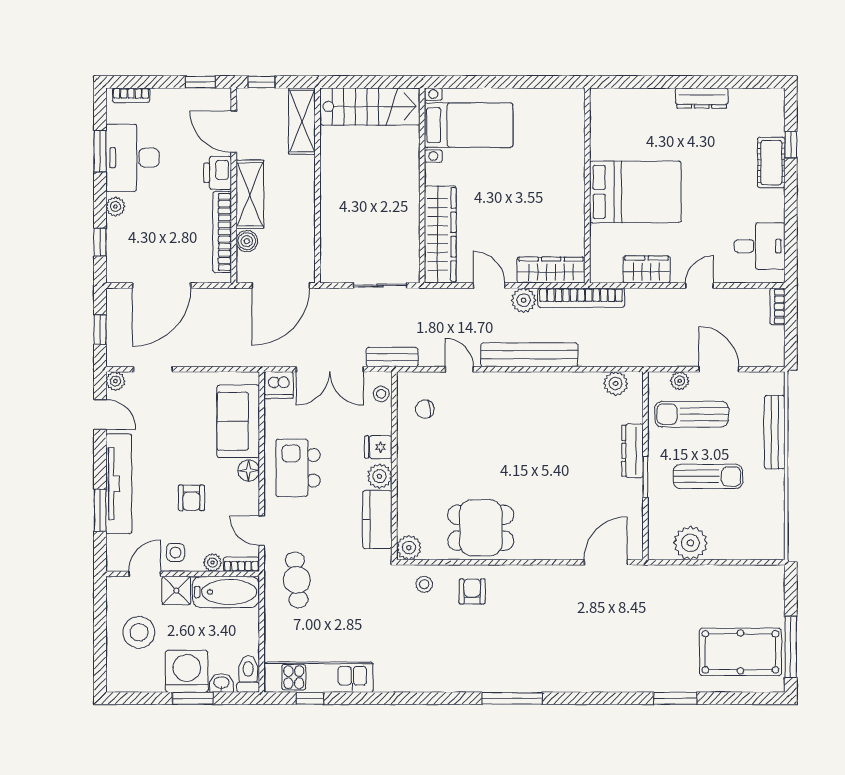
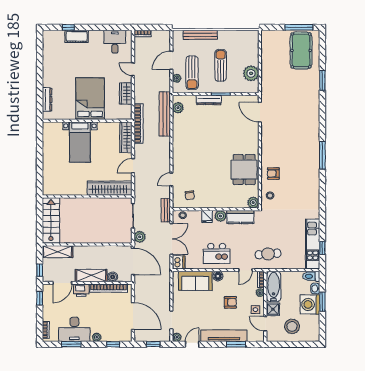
dresser: (702, 98) -> (47, 100), moved
bed with nightstands: (469, 125) -> (80, 142), moved, turned 180
plant: (524, 300) -> (140, 237), moved
bench: (529, 355) -> (165, 114), moved

